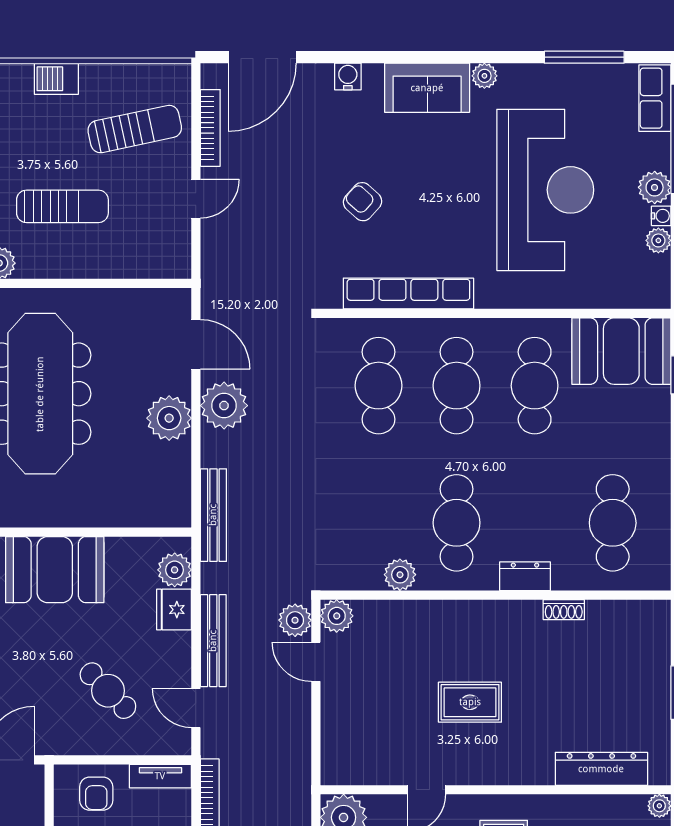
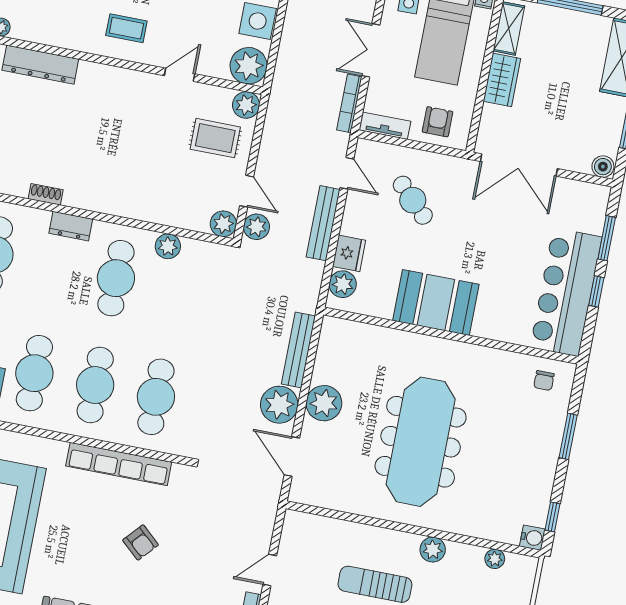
bench: (213, 515) -> (298, 350), moved
rug: (470, 702) -> (215, 138), moved
plant: (337, 768) -> (246, 105), added

